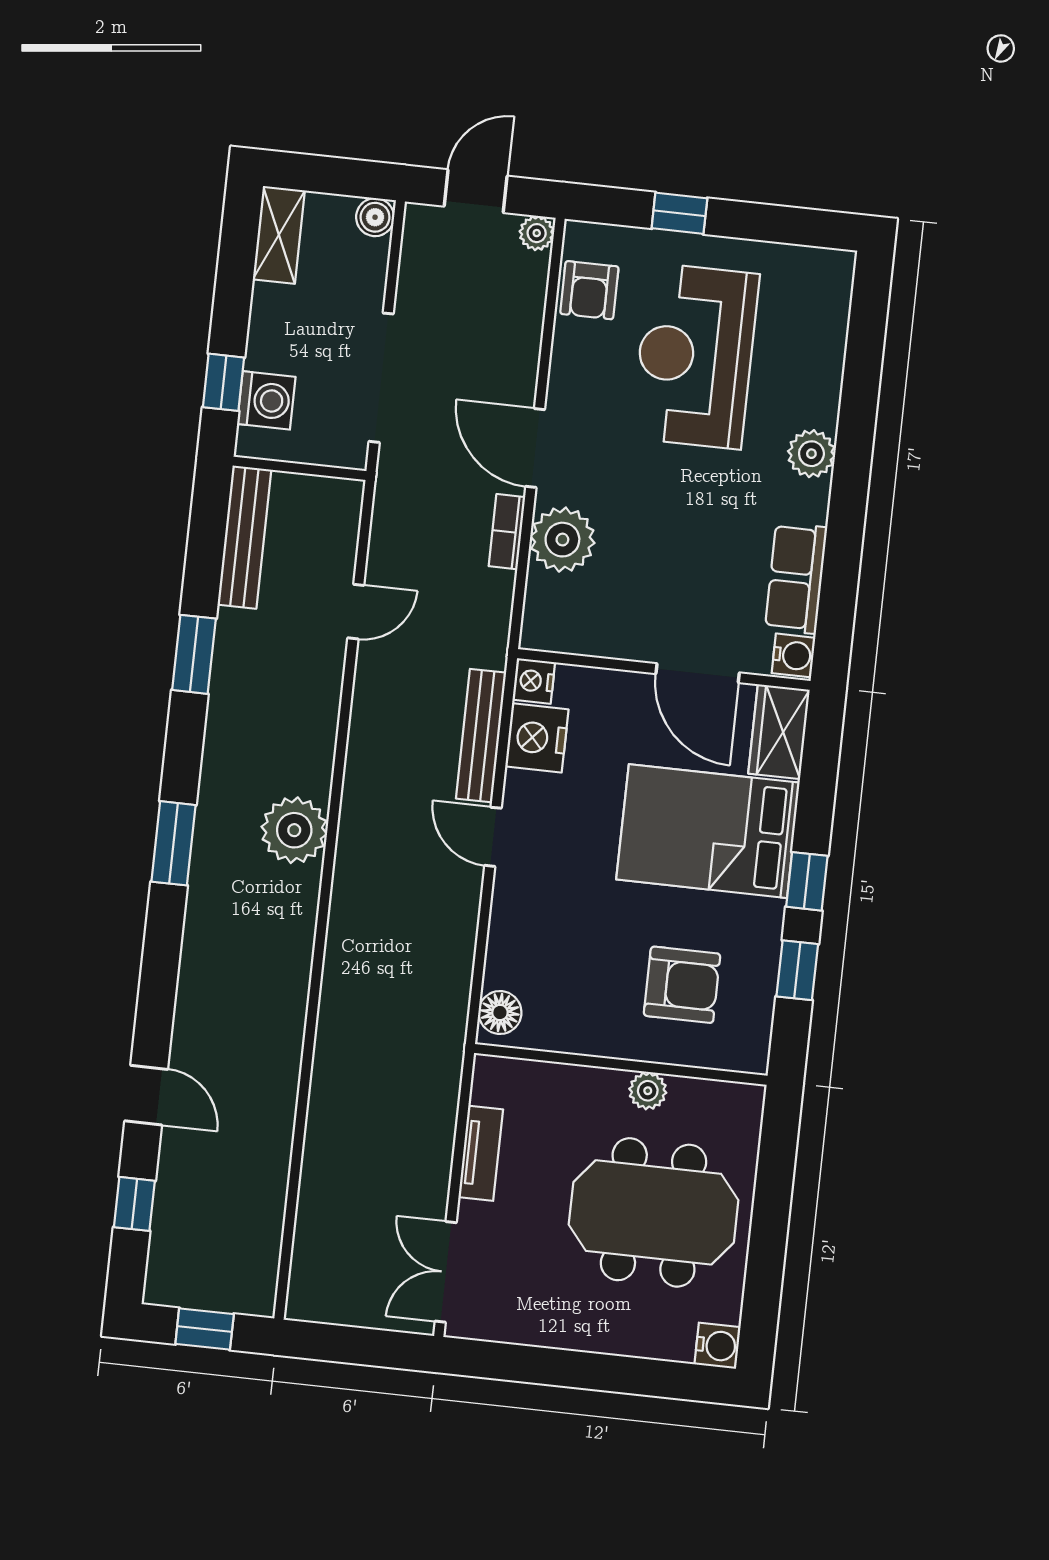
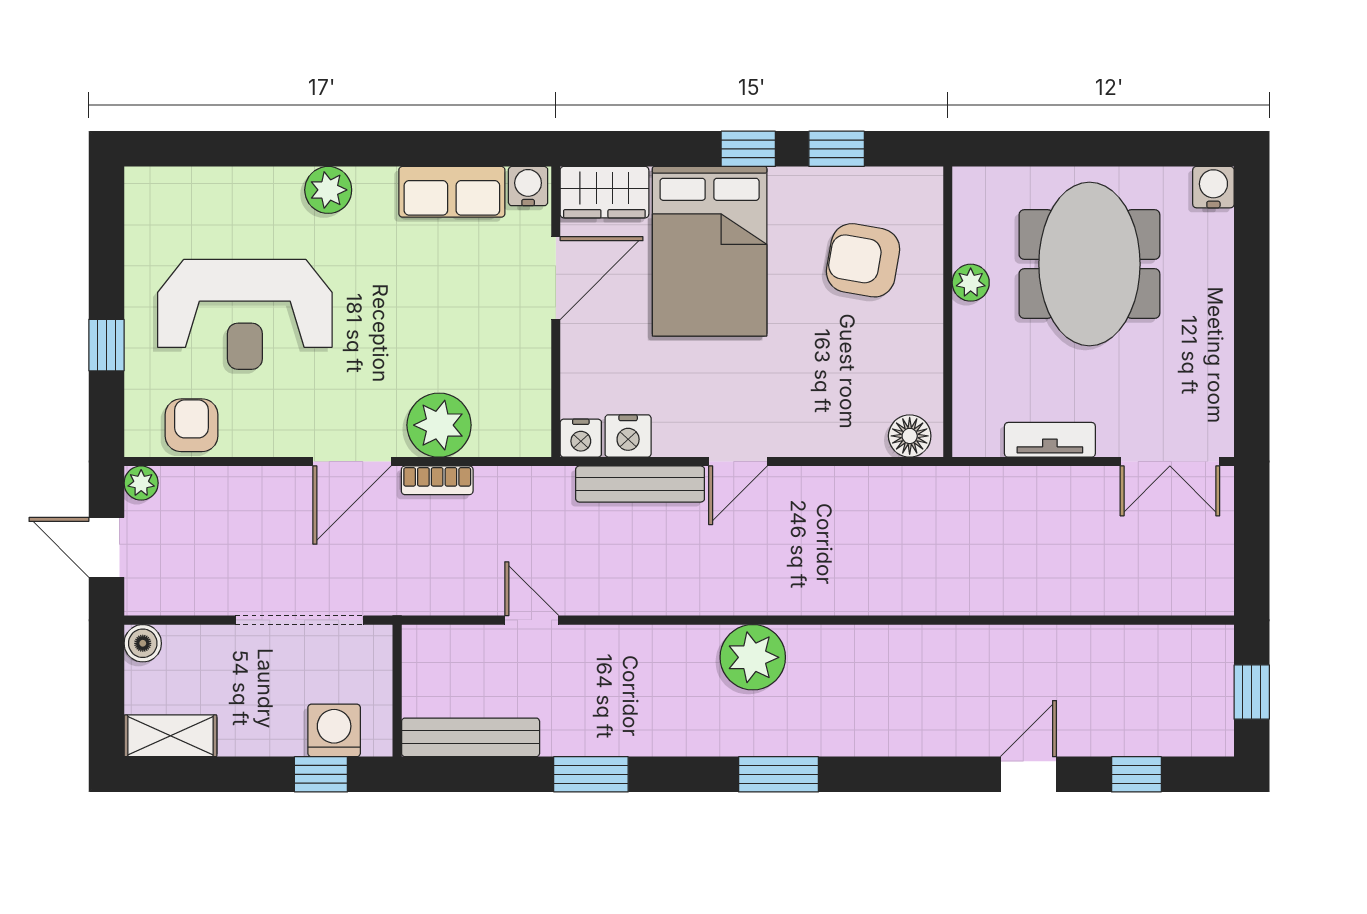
armchair: (589, 290) -> (192, 425), turned -90
nightstand: (537, 738) -> (628, 436), width x0.74, depth x0.75
armchair: (682, 985) -> (863, 260), turned -80

